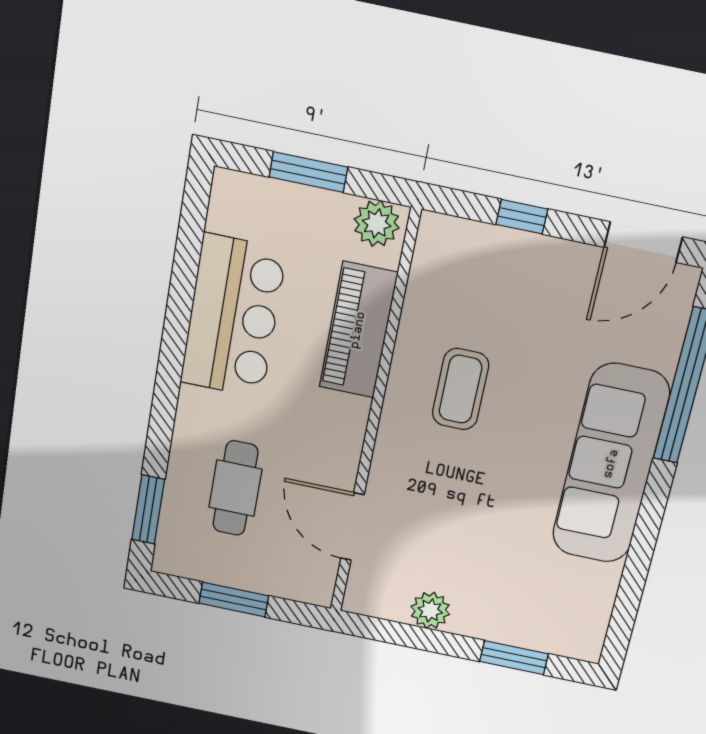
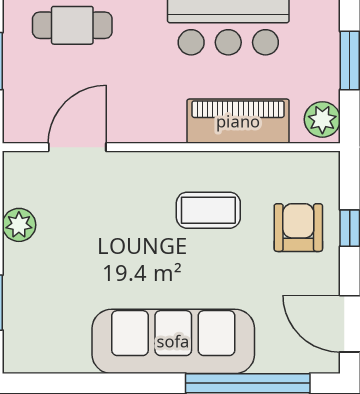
armchair: (506, 282) -> (298, 228), added
cafe table: (235, 488) -> (72, 25), moved

